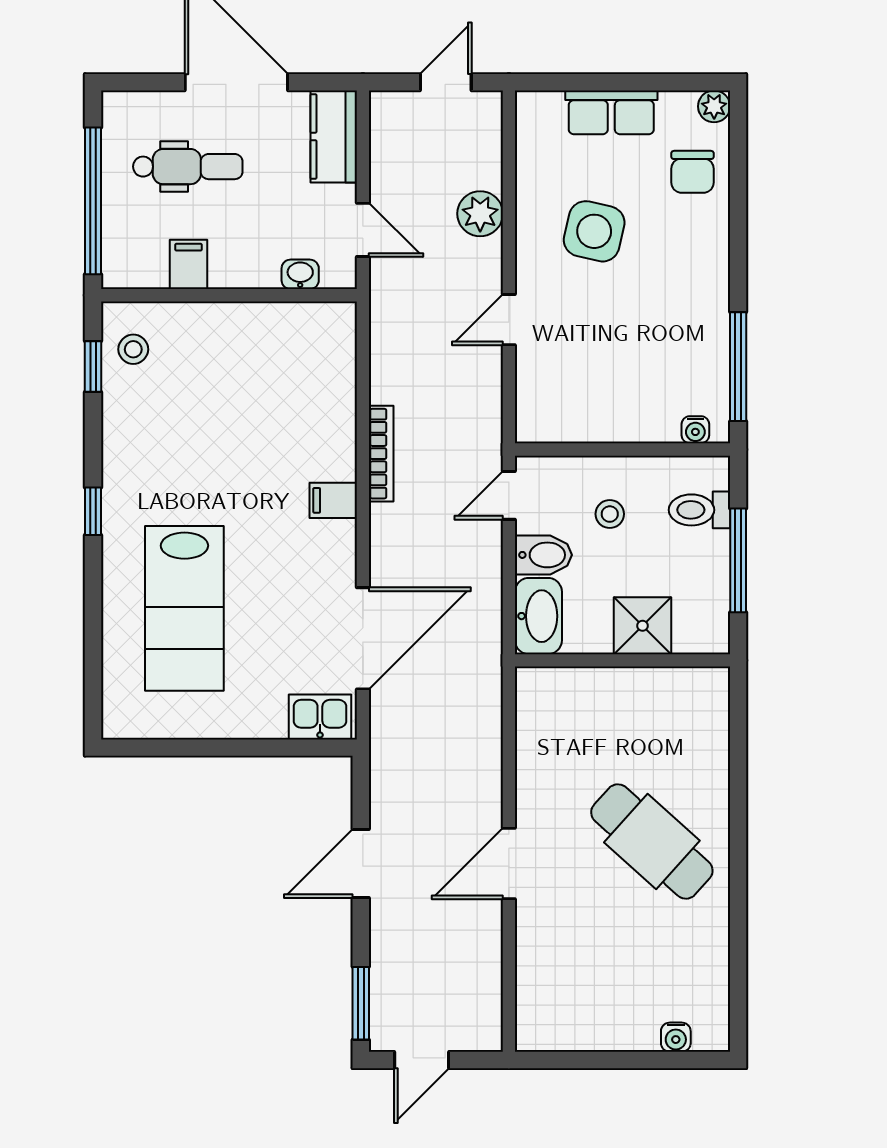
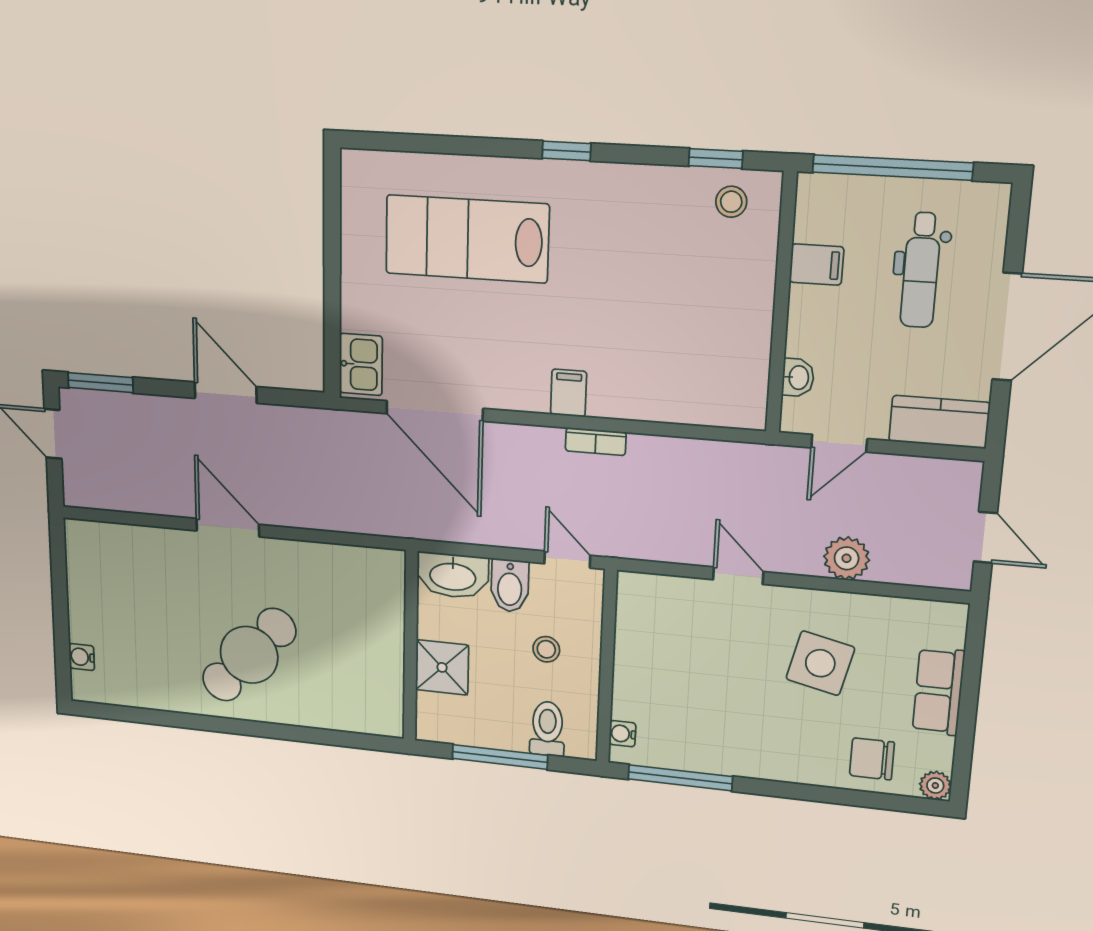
bookcase: (381, 454) -> (596, 442), width x0.64

